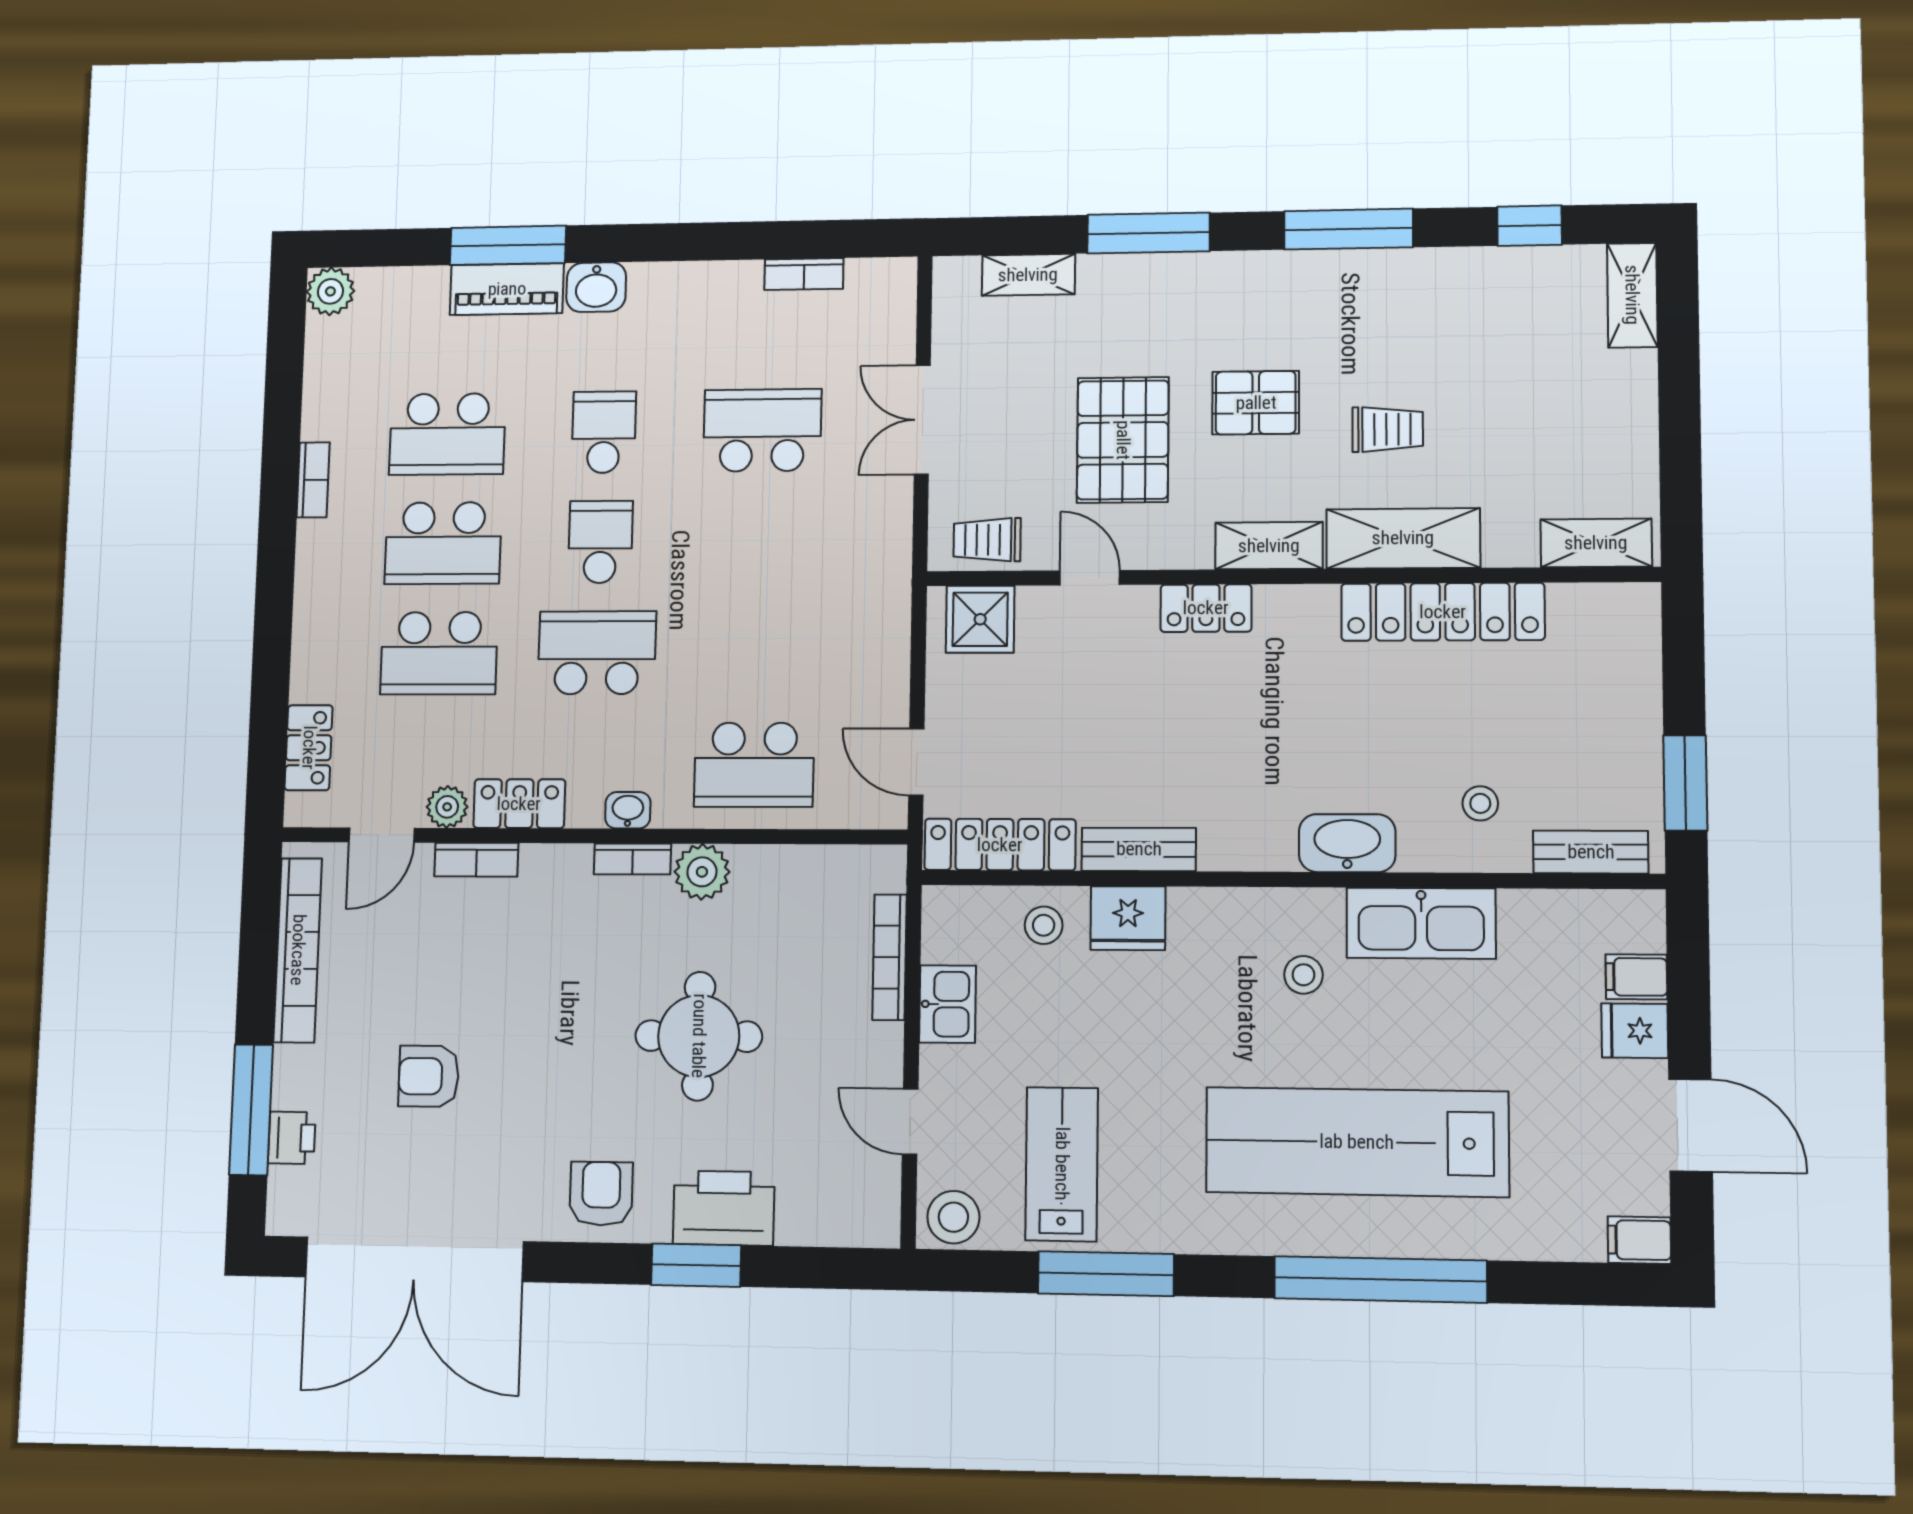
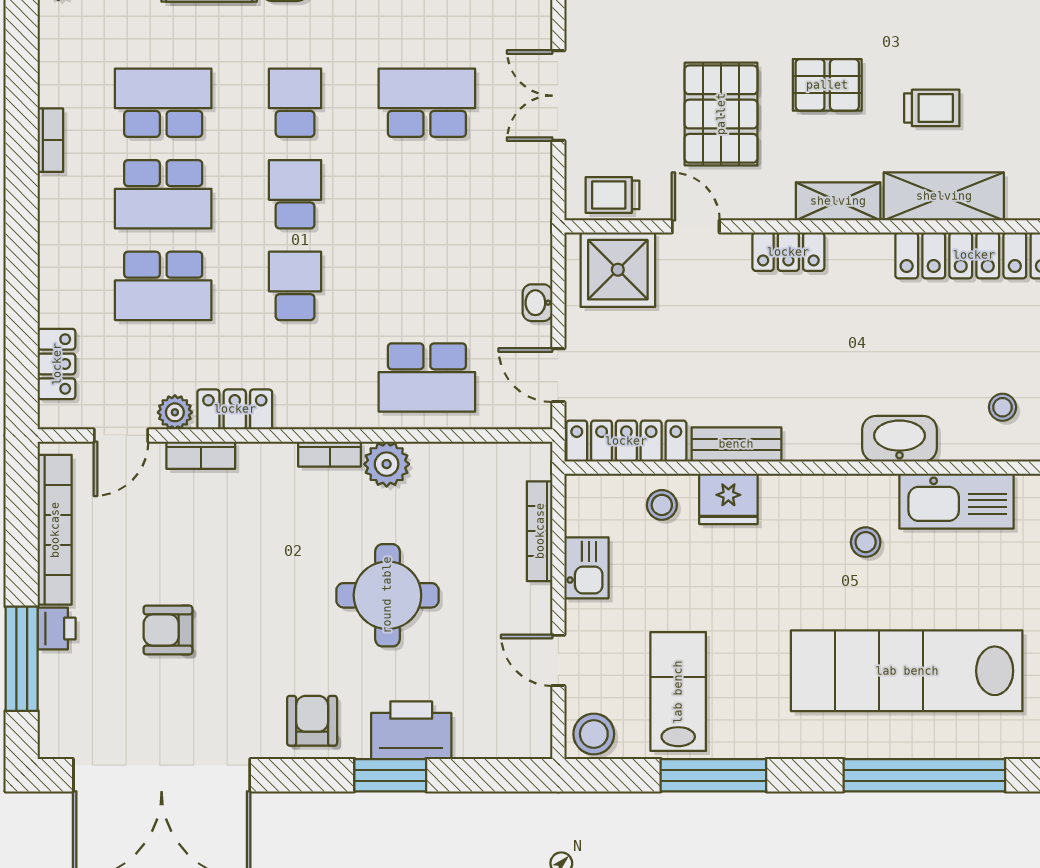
school desk: (447, 434) -> (163, 103), turned 180
shower: (980, 619) -> (618, 270), width x1.36, depth x1.36
school desk: (597, 653) -> (295, 286), width x0.54
washbasin: (628, 810) -> (537, 303), moved, turned -90
printer: (292, 1138) -> (57, 629), moved

